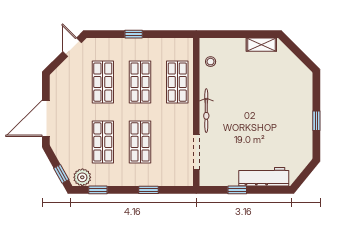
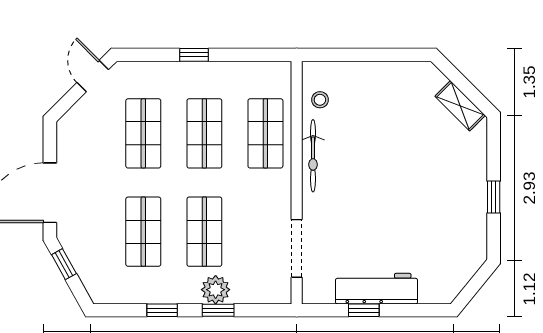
shelving: (261, 45) -> (460, 106), moved, turned 45
bicycle: (206, 111) -> (313, 156), moved
window: (61, 174) -> (64, 264), moved
plant: (82, 177) -> (216, 290), moved
workbench: (264, 177) -> (377, 289), moved
window: (98, 190) -> (162, 310), moved

